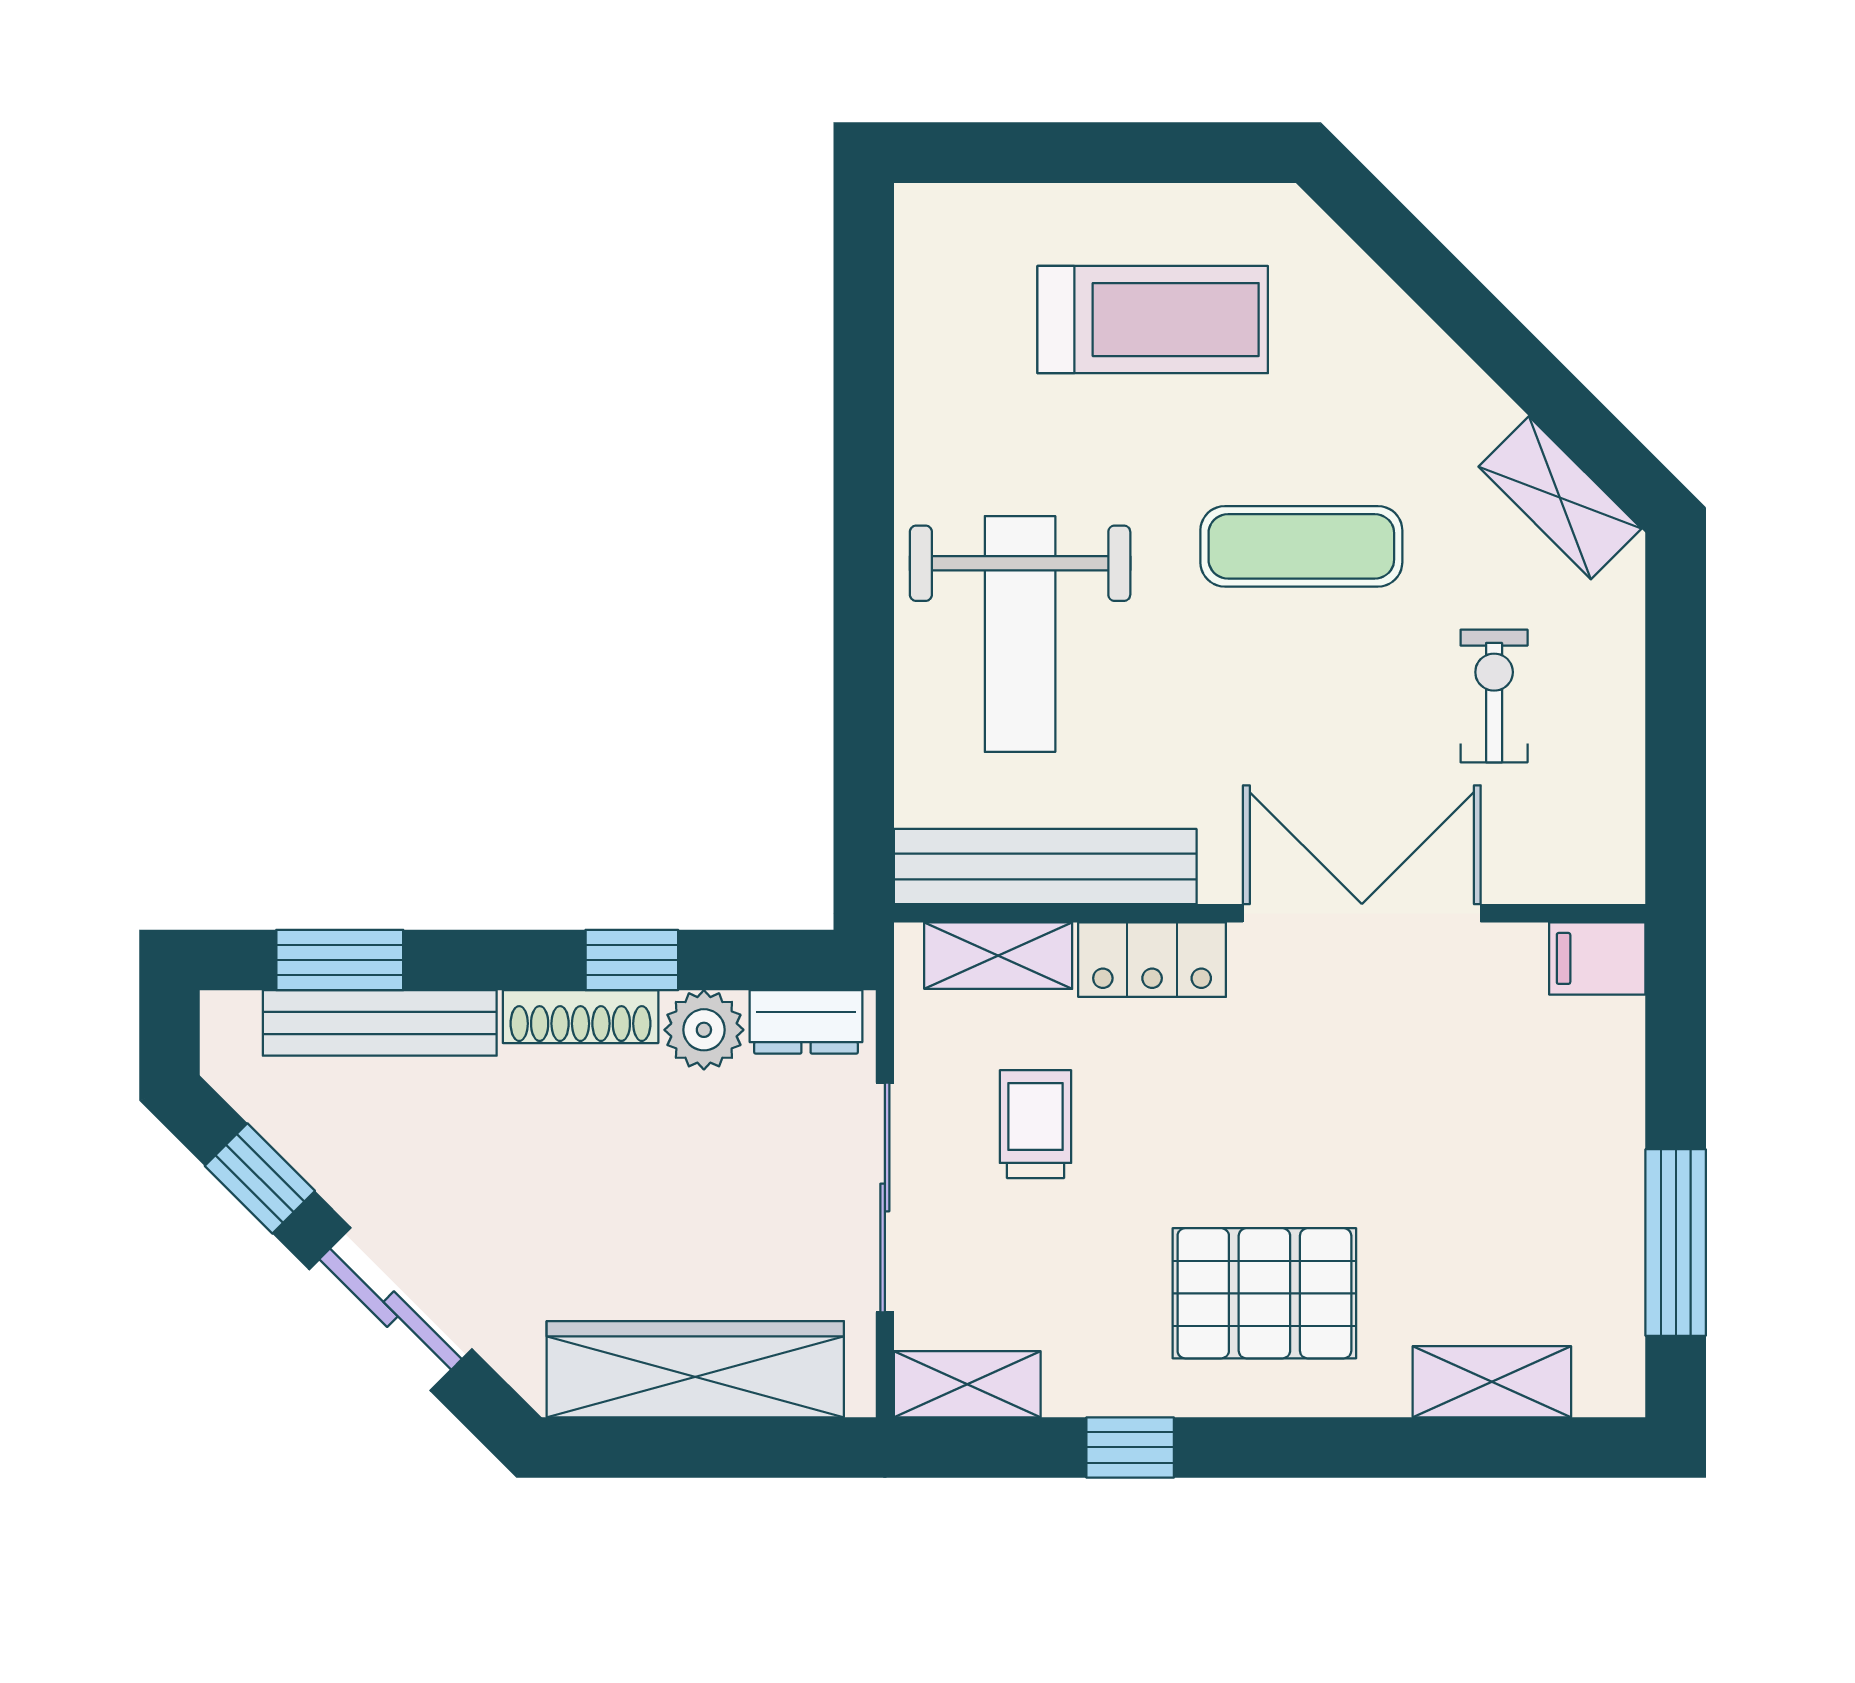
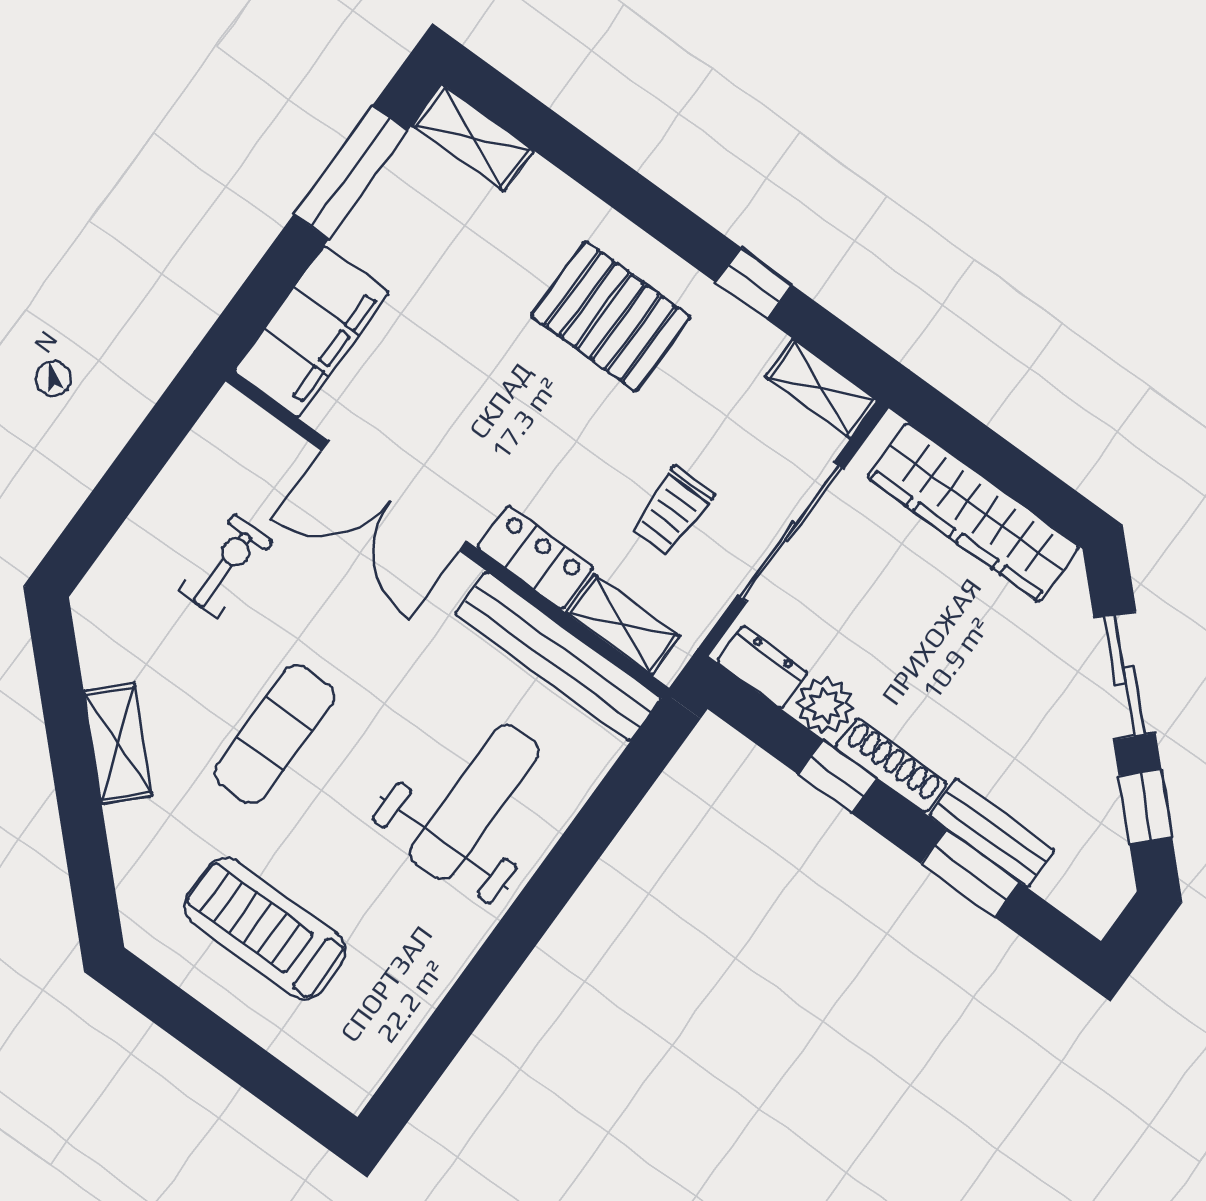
shelving: (1560, 498) -> (118, 744), moved
exercise mat: (1301, 546) -> (274, 734), turned 90
exercise bike: (1494, 696) -> (226, 566), turned 180
filing cabinet: (1597, 958) -> (311, 332), width x3.00, depth x1.17
window: (340, 960) -> (971, 873), moved
bench: (380, 1023) -> (992, 833), width x0.73
shelving: (1492, 1382) -> (473, 138), moved

